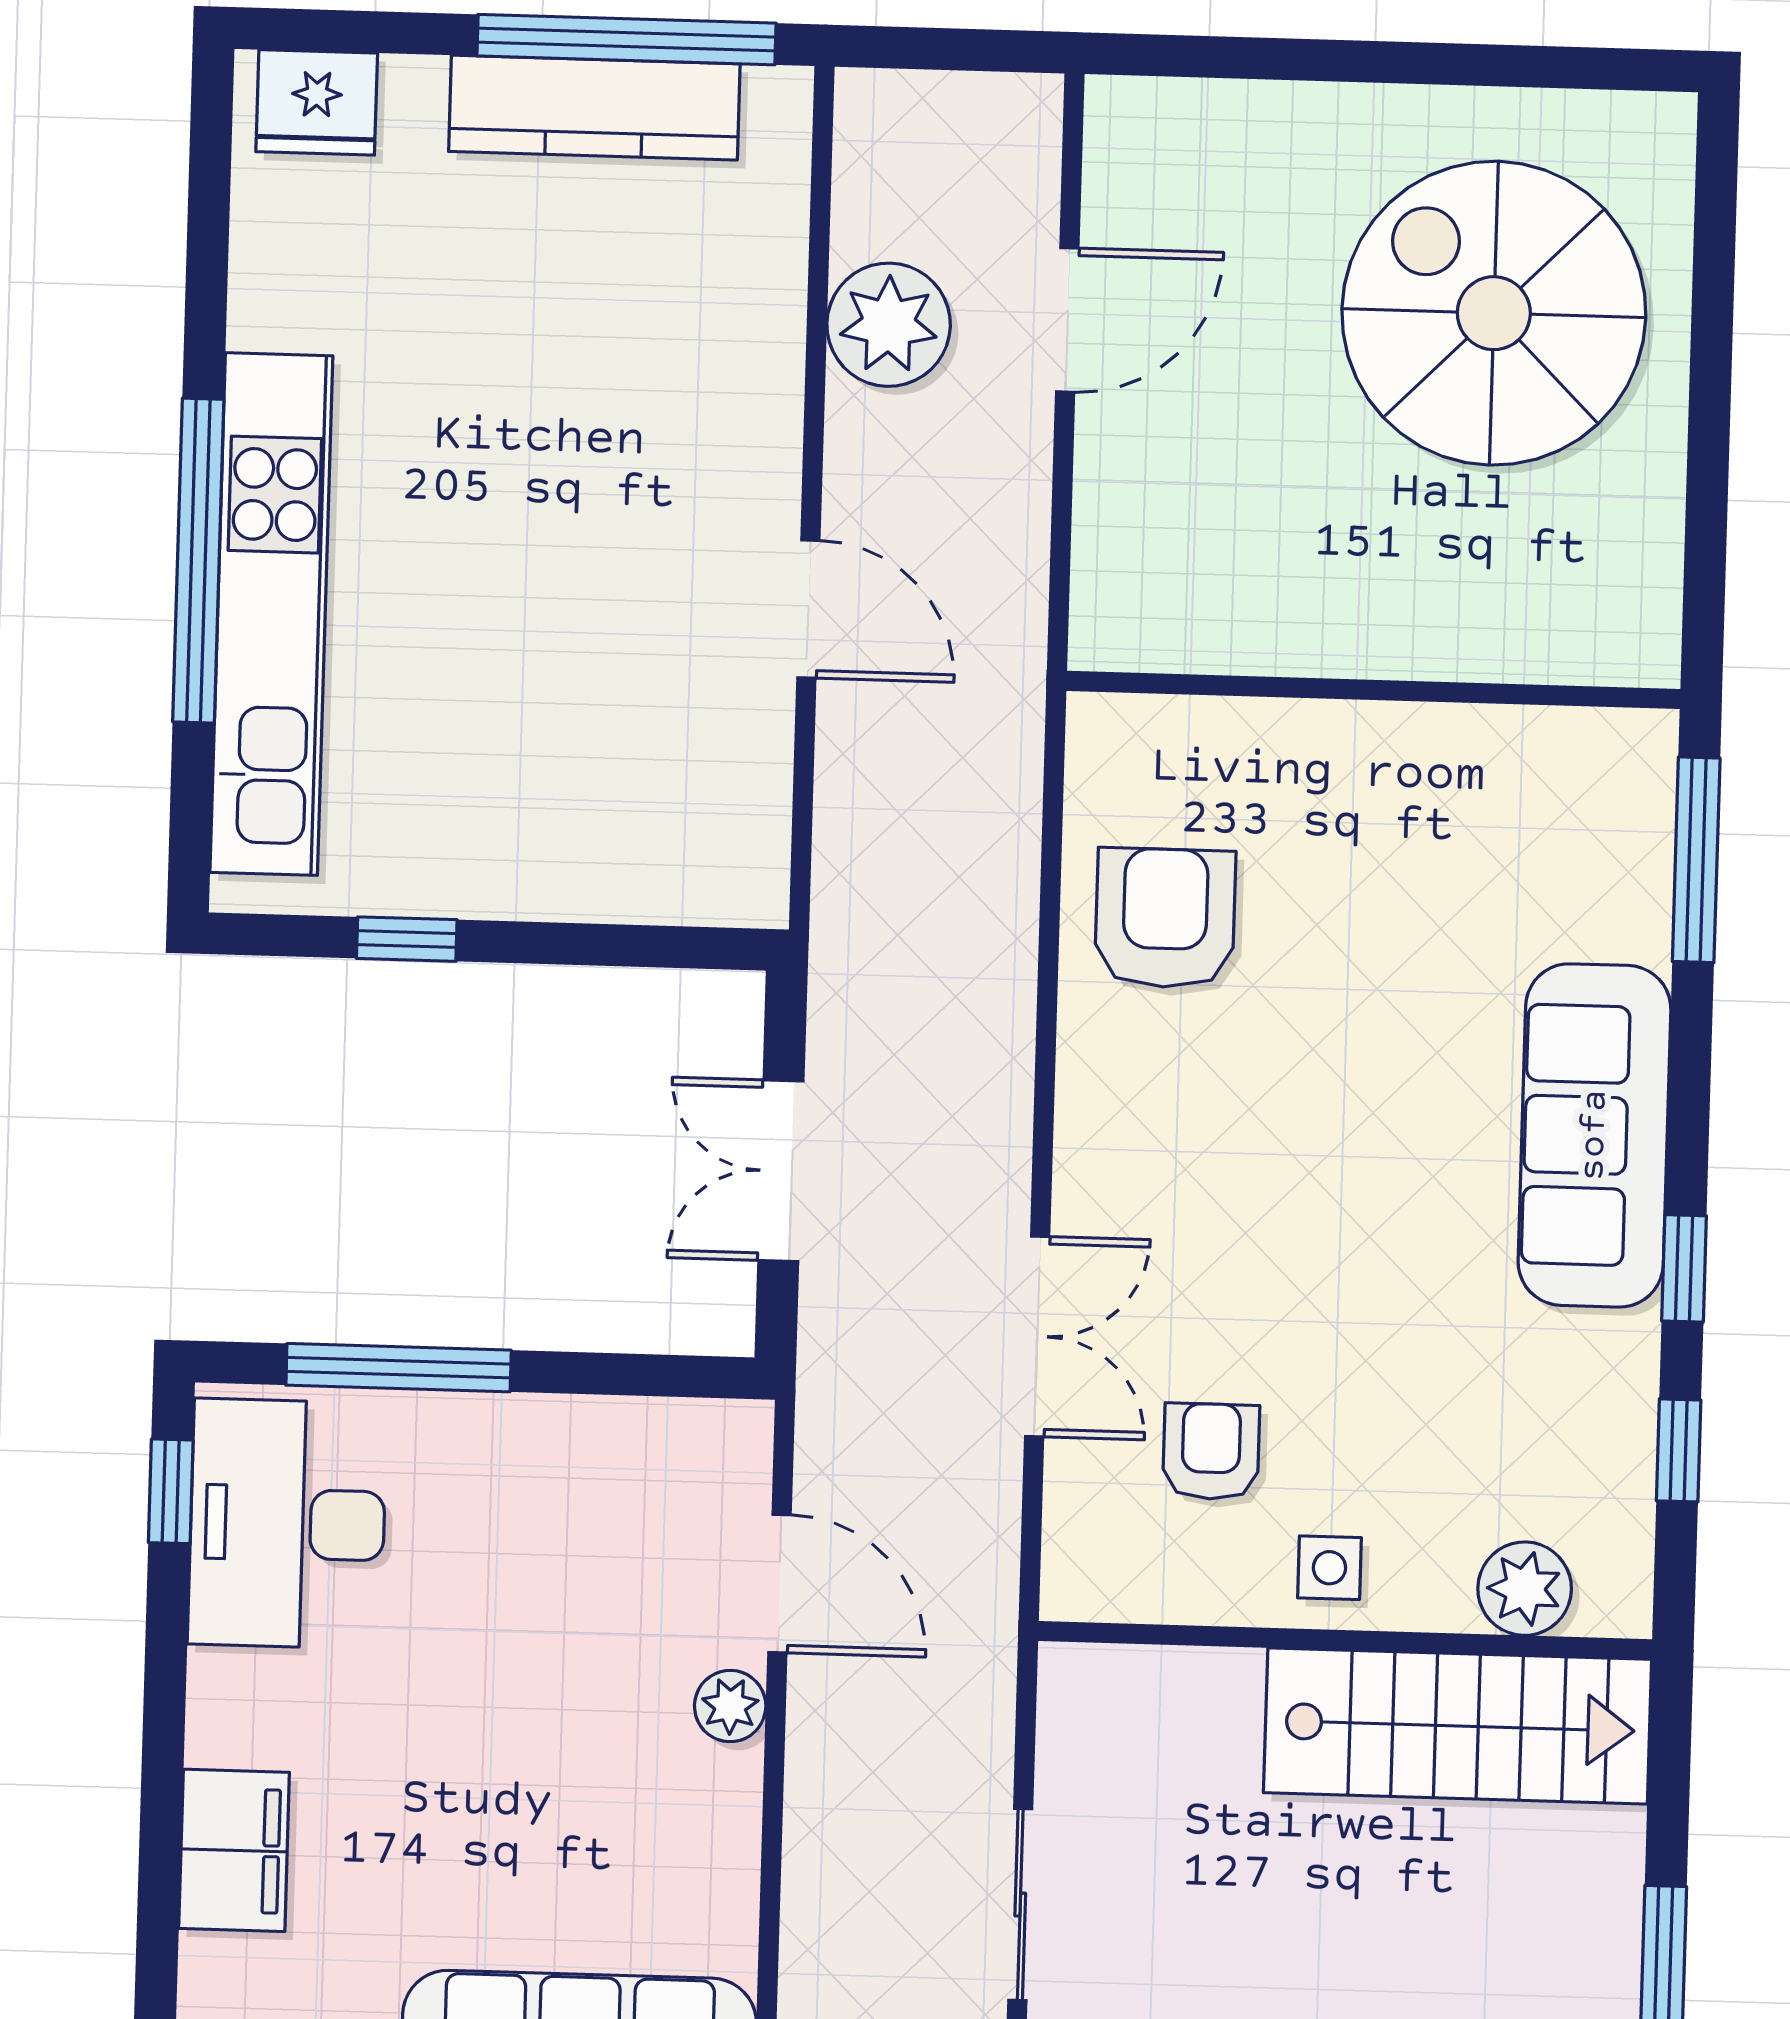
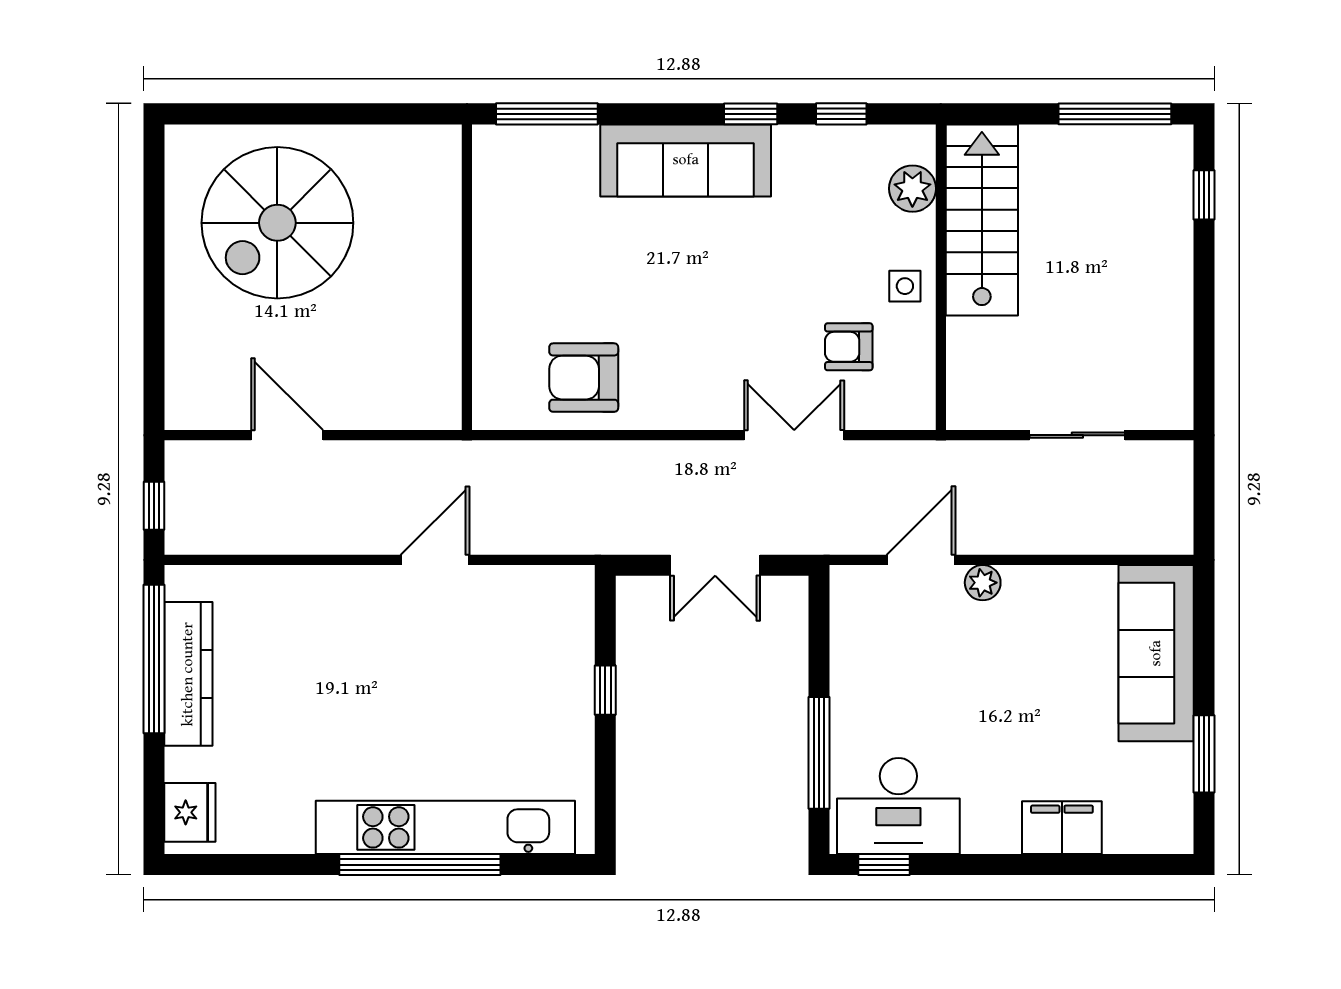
window: (934, 49) -> (154, 506), added
plant: (889, 325) -> (292, 524), removed
window: (407, 939) -> (605, 690), moved

